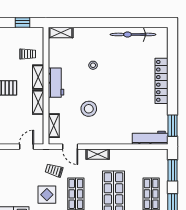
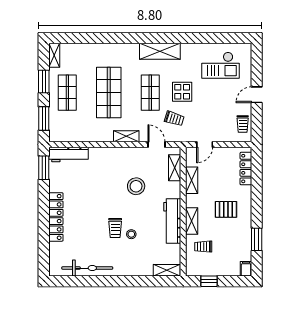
trolley: (108, 71) -> (115, 228), added
workbench: (56, 83) -> (172, 221), width x1.38
shelving: (38, 102) -> (192, 180), moved

